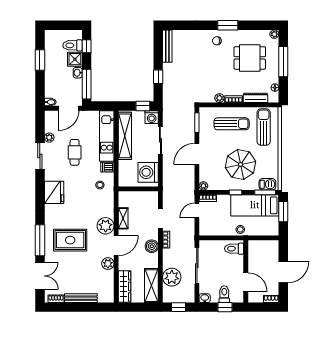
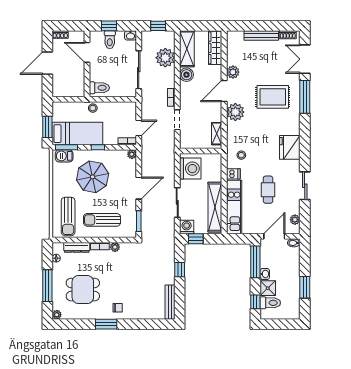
plant: (49, 138) -> (295, 220), moved
shelving: (123, 218) -> (217, 134), moved
boiler: (152, 246) -> (186, 75), moved

